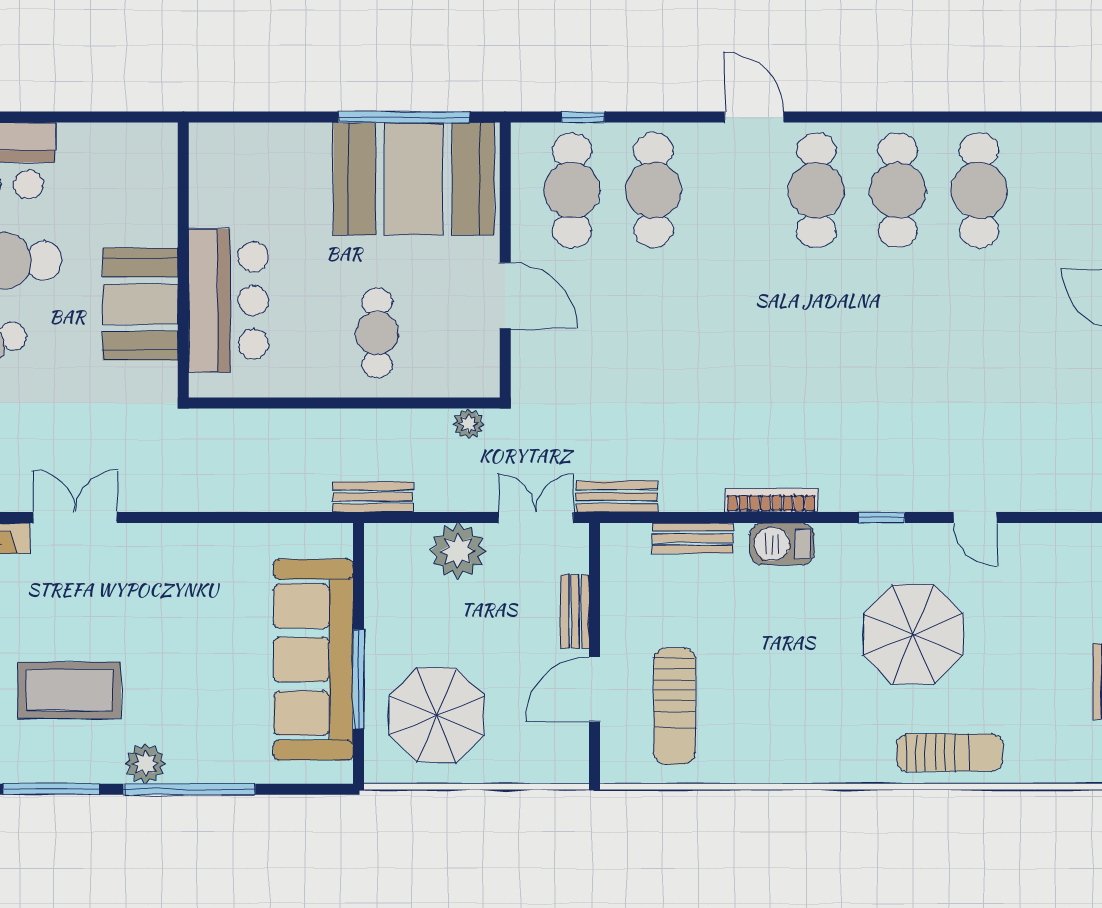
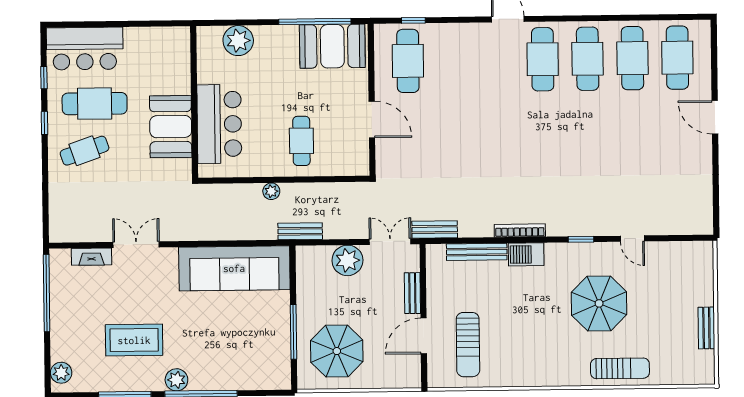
plant: (265, 150) -> (238, 41), added
booth: (414, 179) -> (332, 46), width x0.73, depth x0.70
cafe table: (653, 190) -> (677, 58), moved
plant: (469, 424) -> (271, 191), moved
bench: (693, 538) -> (477, 252), width x1.36
sofa: (313, 660) -> (234, 268), moved, turned -90

